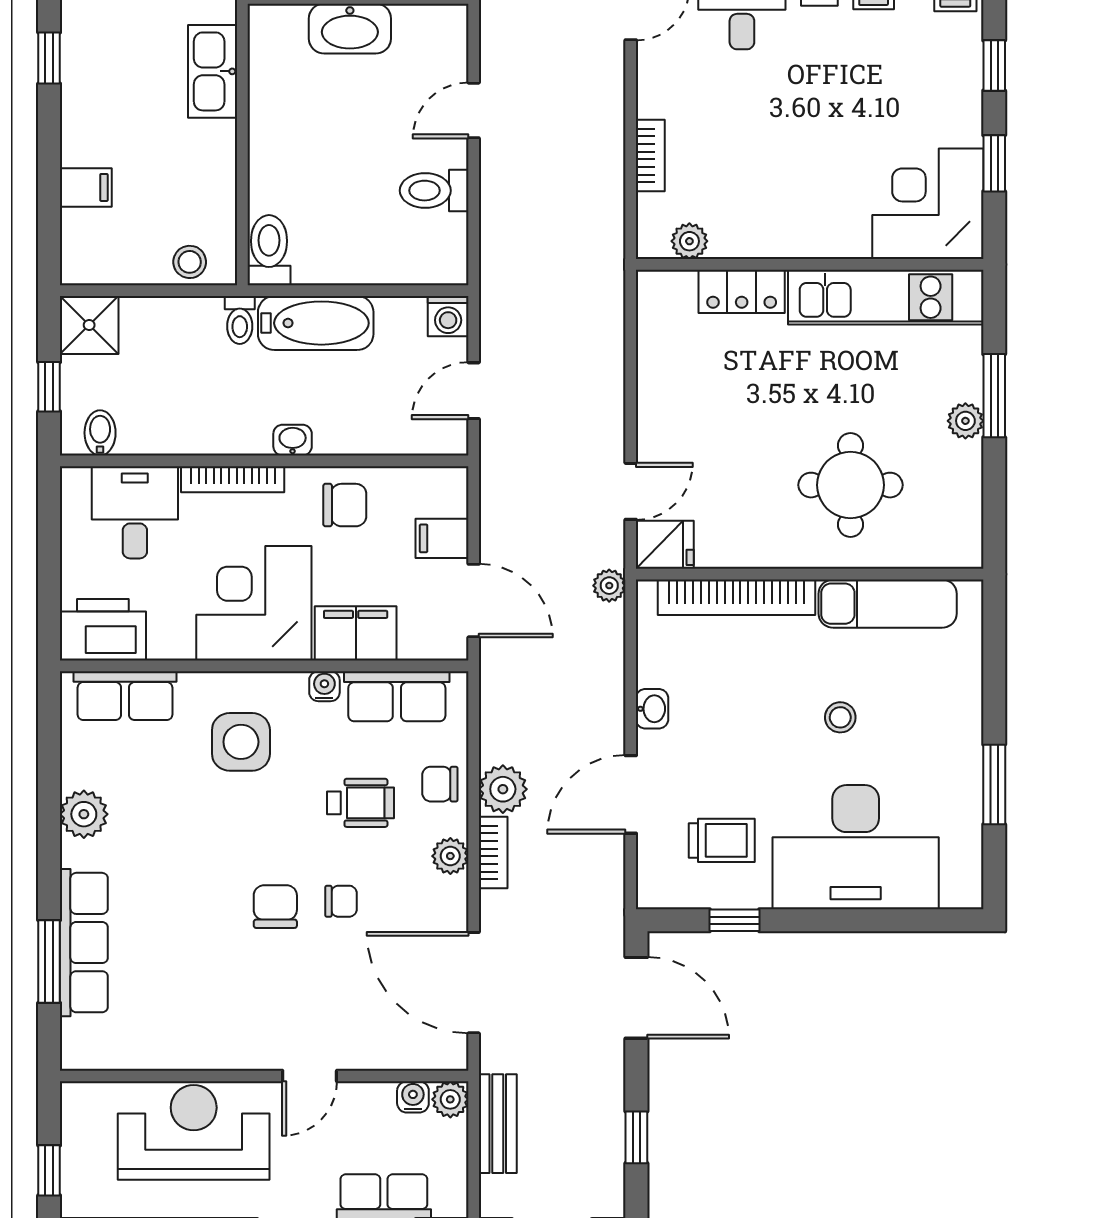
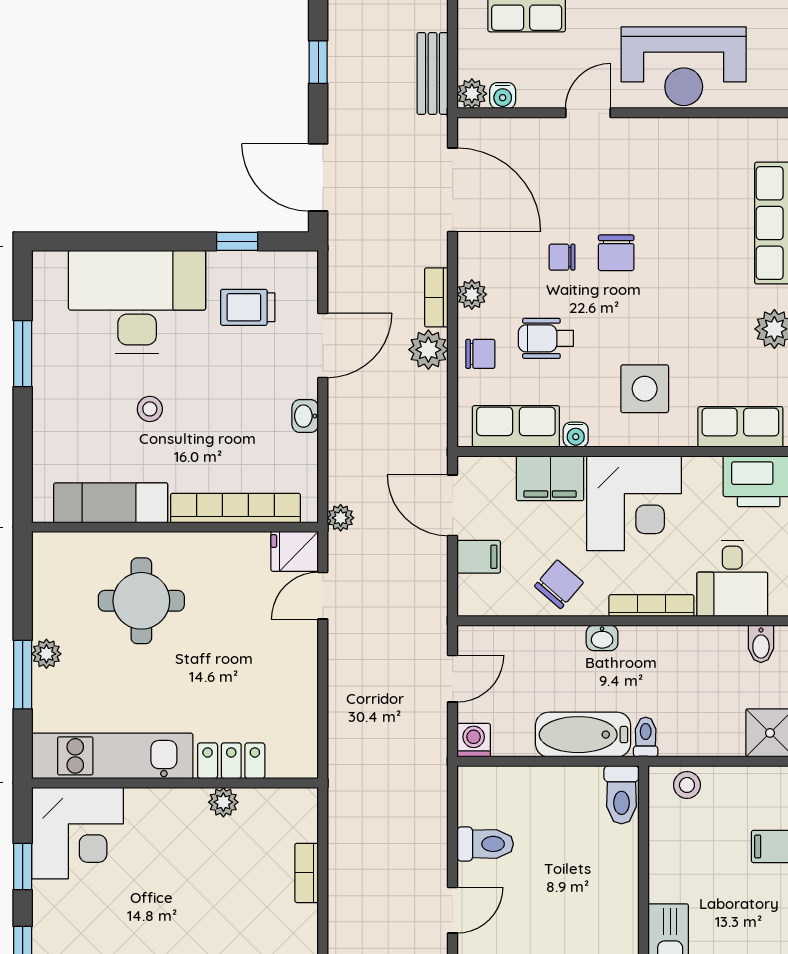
plant: (689, 241) -> (223, 802), moved
chair: (345, 505) -> (559, 584), turned 131

